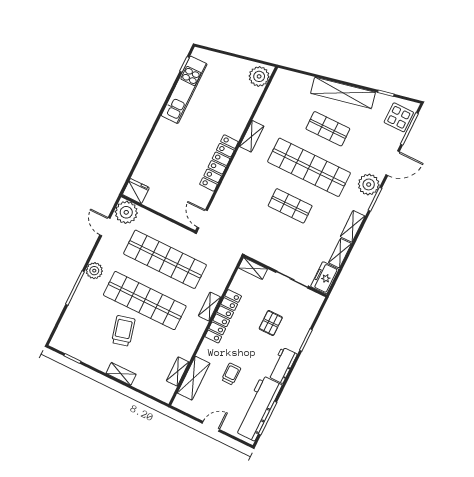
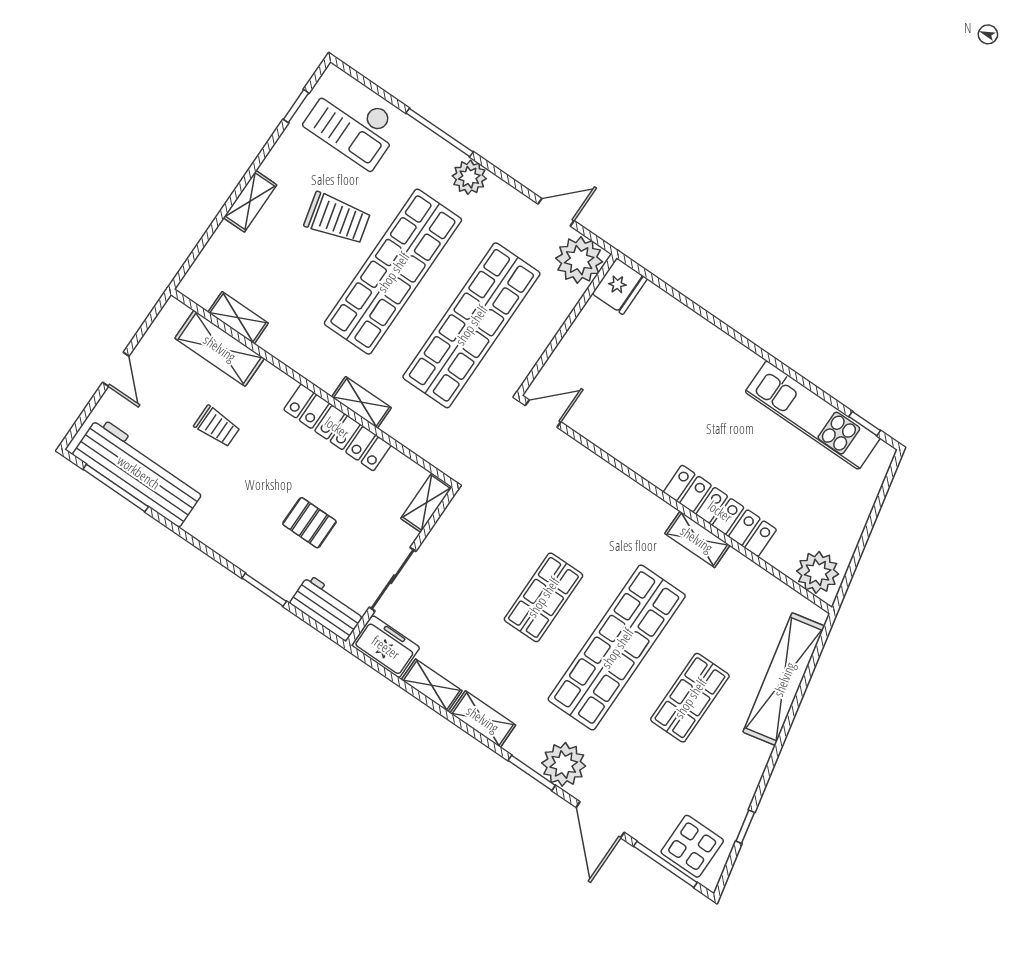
shelving: (343, 93) -> (784, 679), moved
locker: (219, 163) -> (720, 511), moved
checkout: (77, 330) -> (353, 125), added
workbench: (282, 365) -> (327, 608), moved

